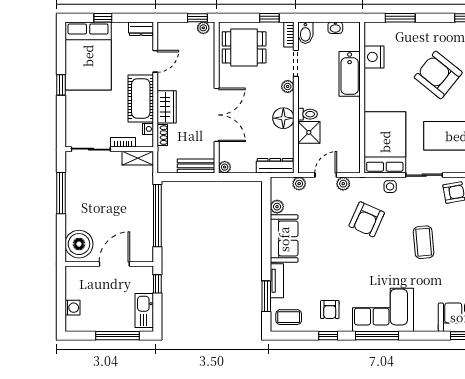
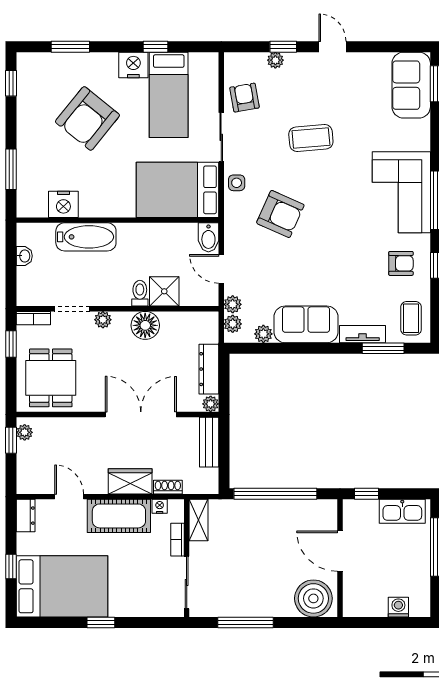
bidet: (305, 33) -> (208, 237), moved, turned 90
dresser: (275, 166) -> (209, 369), moved
plant: (343, 184) -> (233, 324), moved

